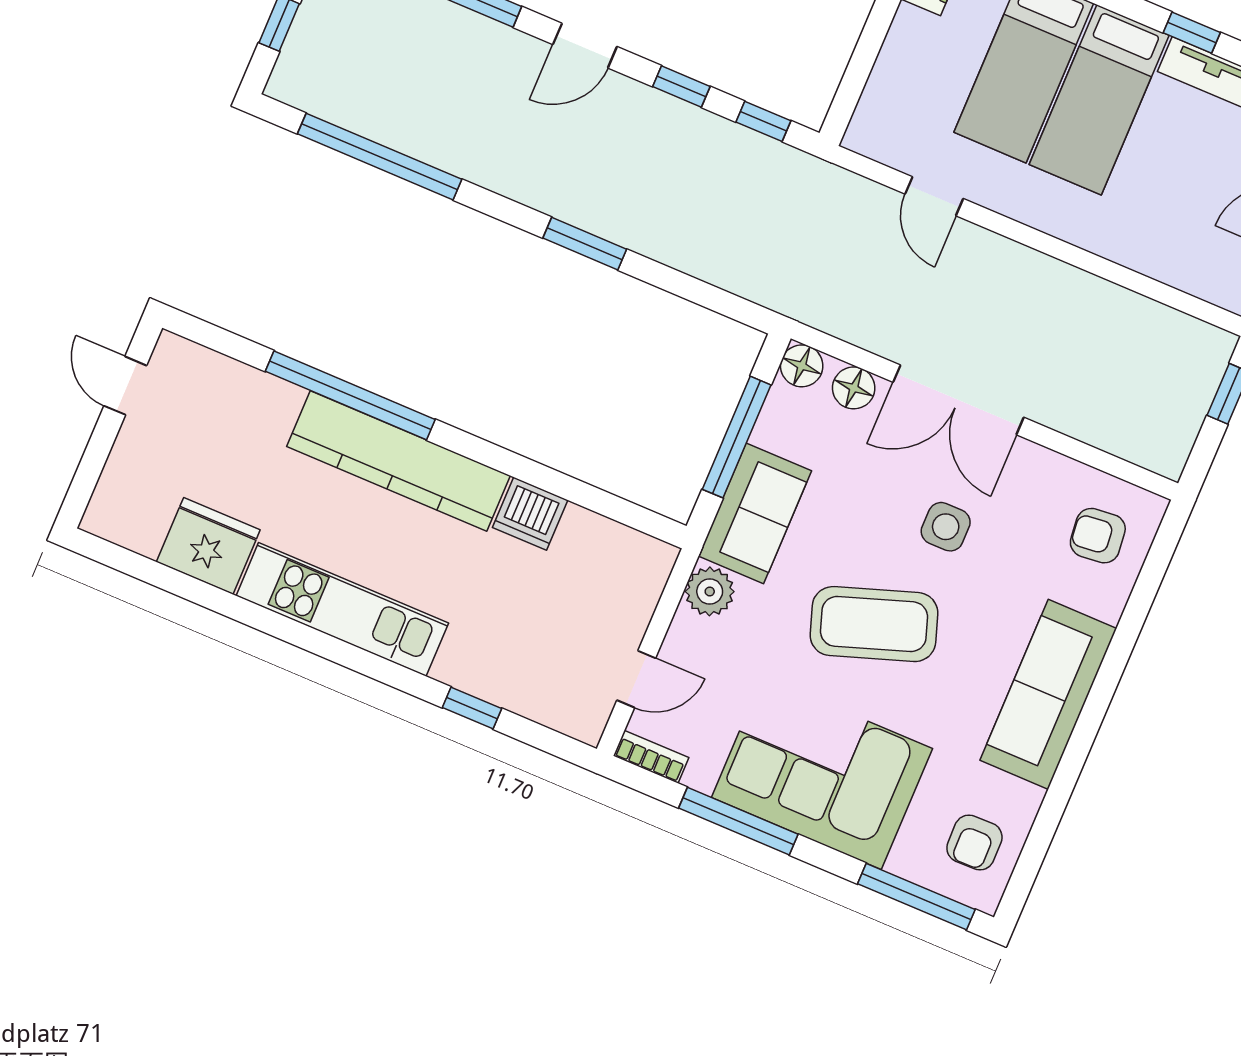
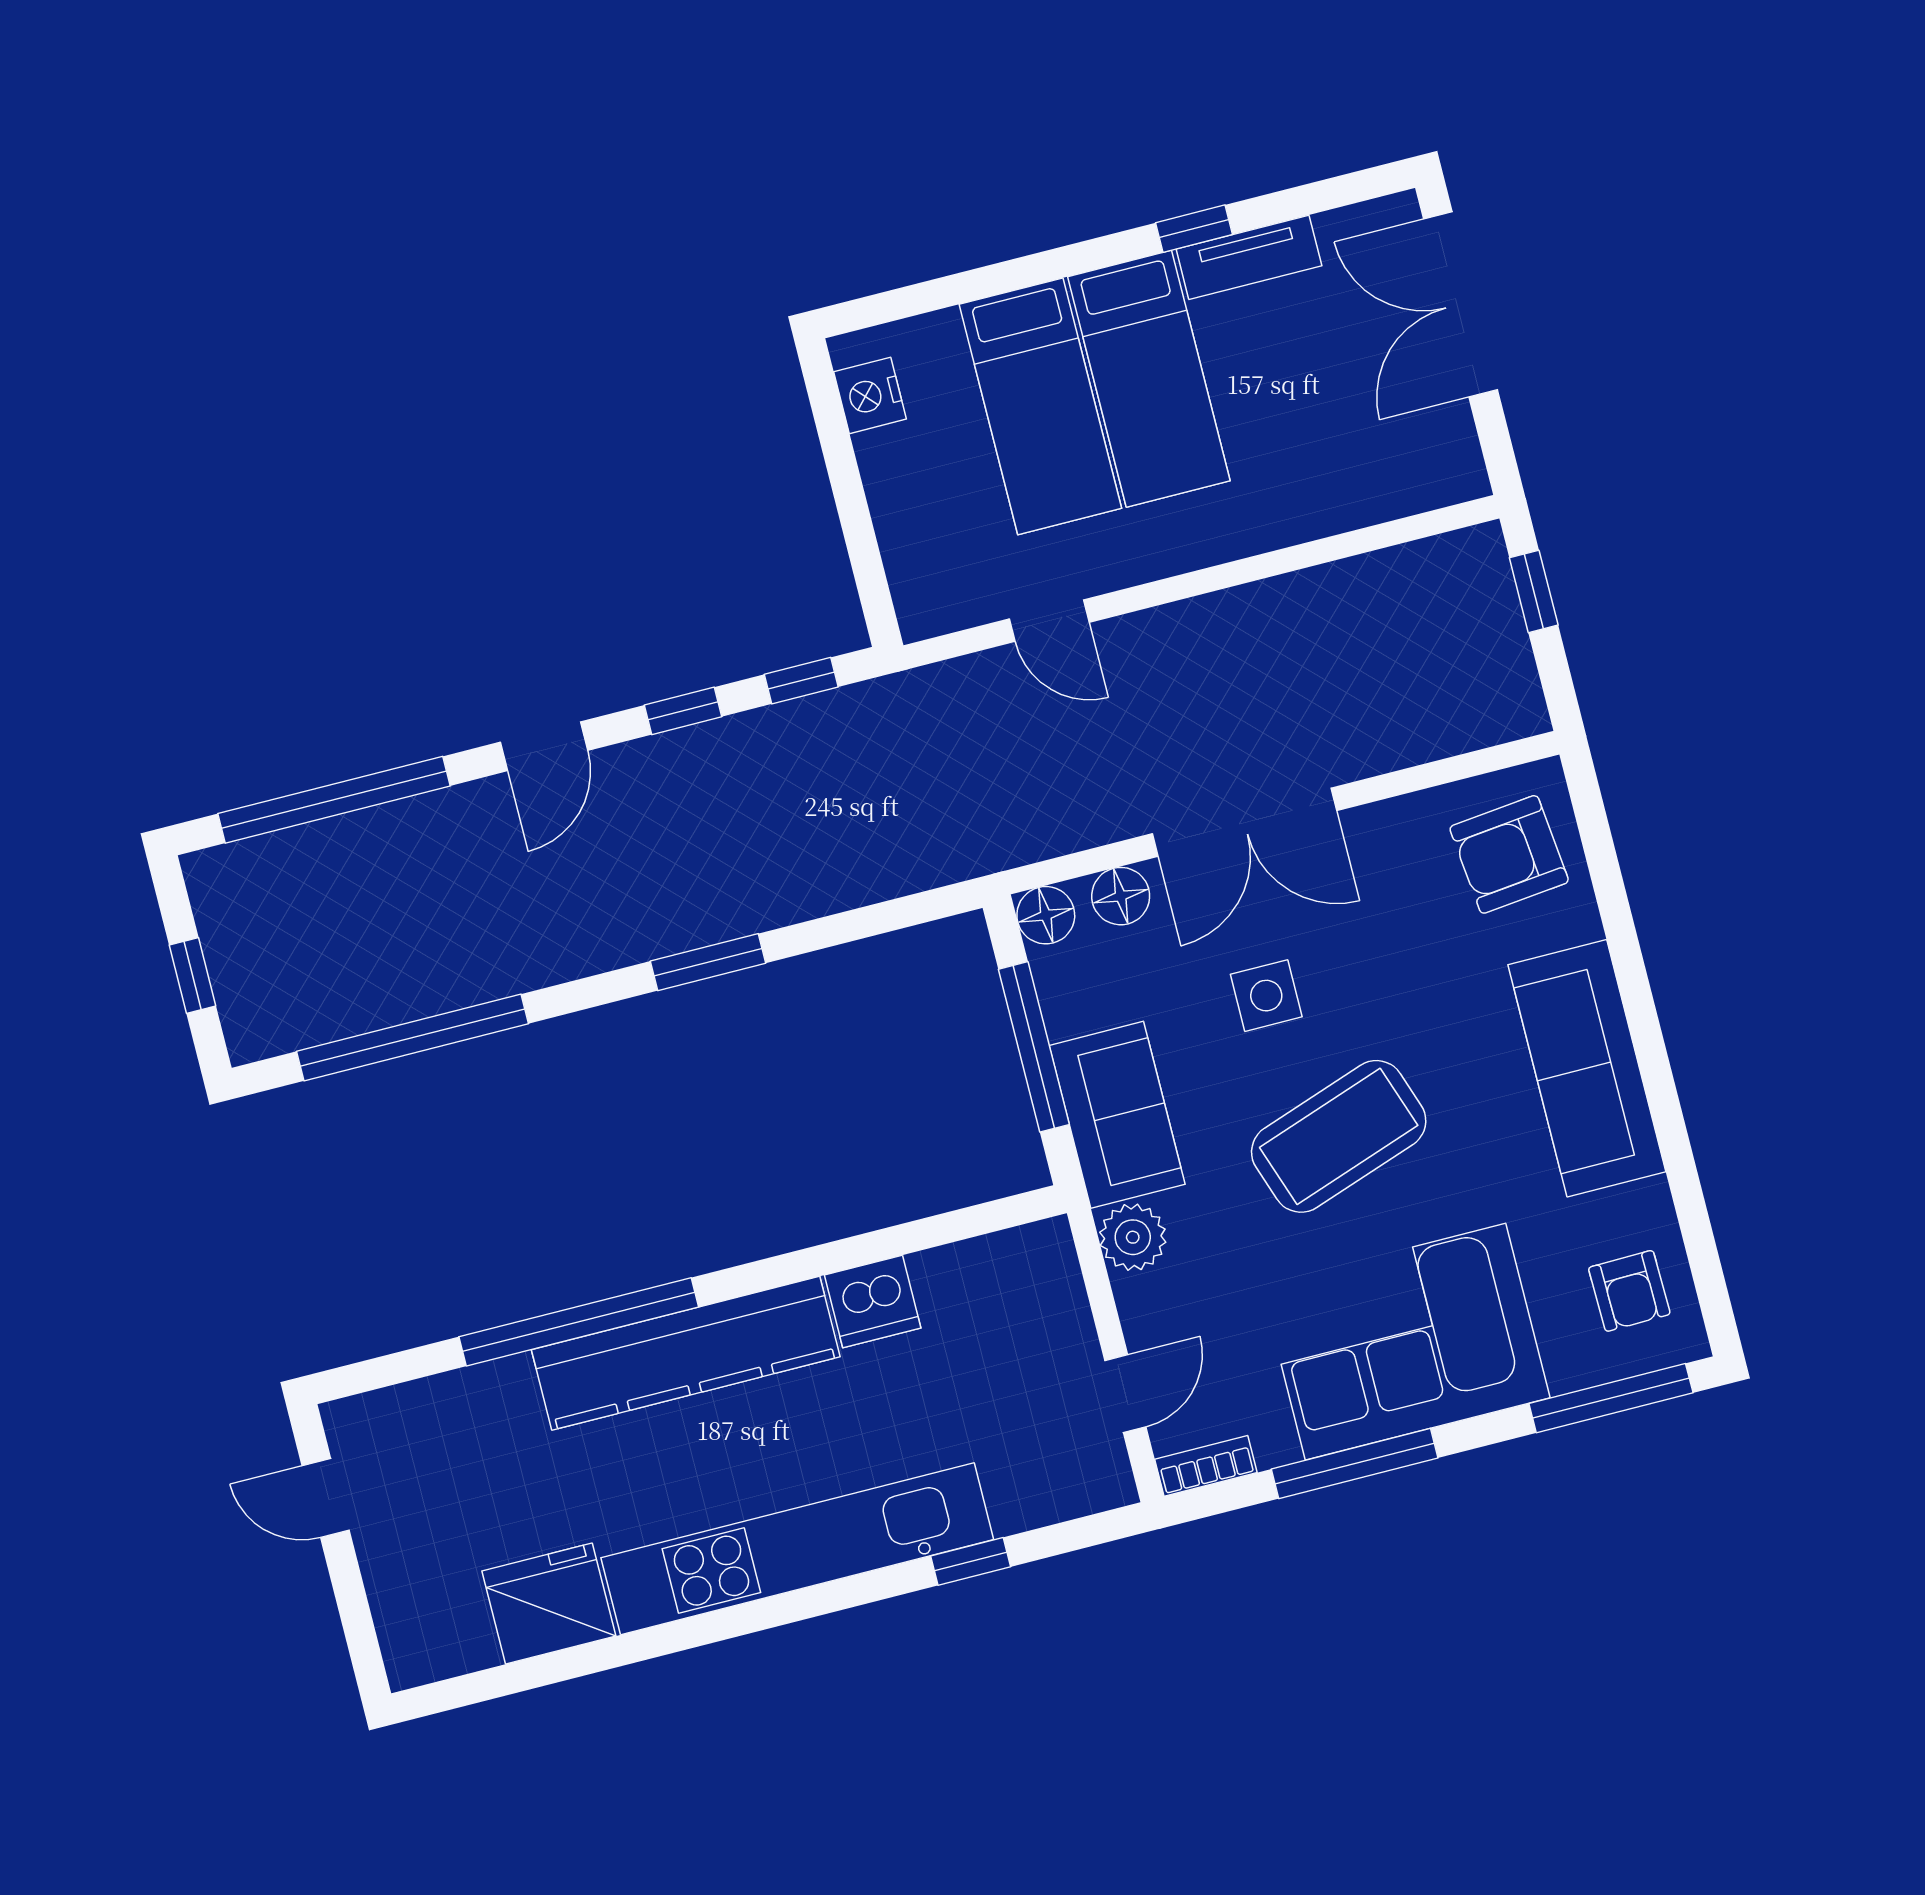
side table: (946, 527) -> (1266, 996), moved
armchair: (1098, 536) -> (1509, 854), width x1.38, depth x1.38
kitchen unit: (342, 609) -> (797, 1549), width x1.36

